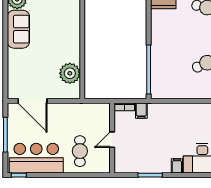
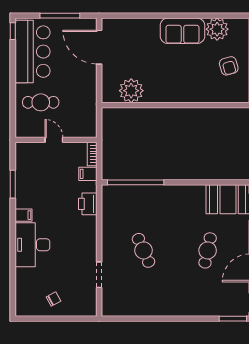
door: (32, 101) -> (99, 47), hinge flipped
printer: (167, 111) -> (88, 204), added

